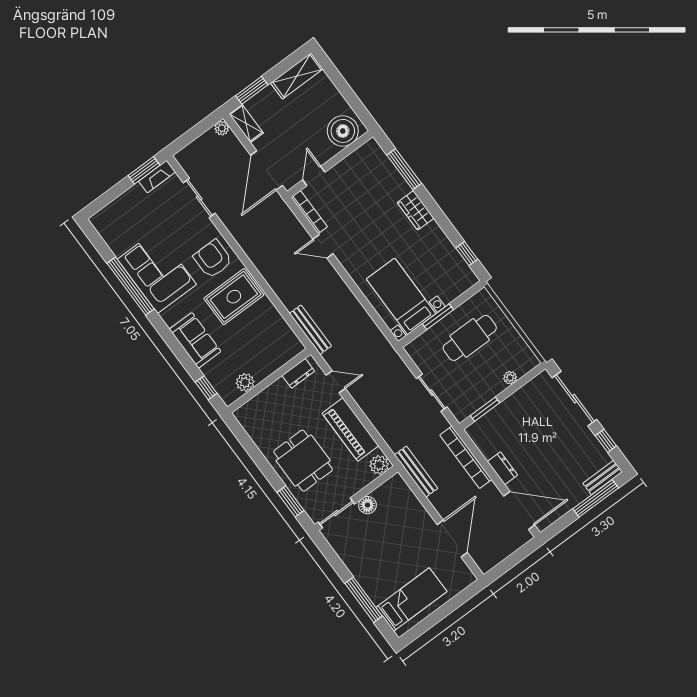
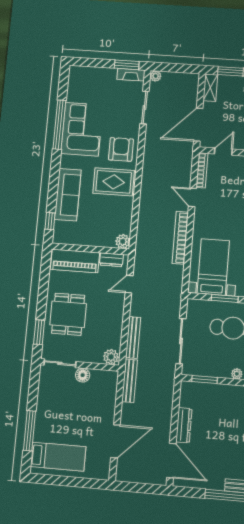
plant: (222, 128) -> (156, 76), moved
bench: (310, 330) -> (133, 337), moved
sofa: (195, 340) -> (68, 195), width x1.36
plant: (245, 382) -> (123, 241), moved
door: (336, 382) -> (129, 284), swing flipped
sliding door: (432, 393) -> (181, 341), width x1.37
piano: (350, 429) -> (75, 261), moved, turned -90
bookcase: (466, 457) -> (180, 238), moved
dresser: (502, 468) -> (184, 425), width x1.44

